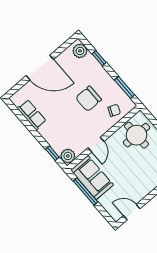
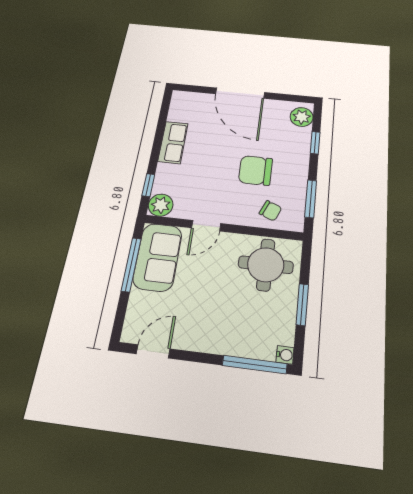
row of seats: (32, 115) -> (173, 142), moved
door: (132, 212) -> (153, 351), hinge flipped

